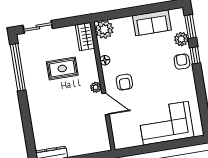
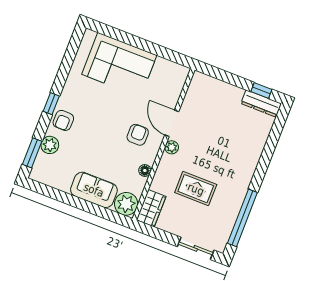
sofa: (152, 23) -> (94, 190), moved
window: (195, 55) -> (51, 104), moved

